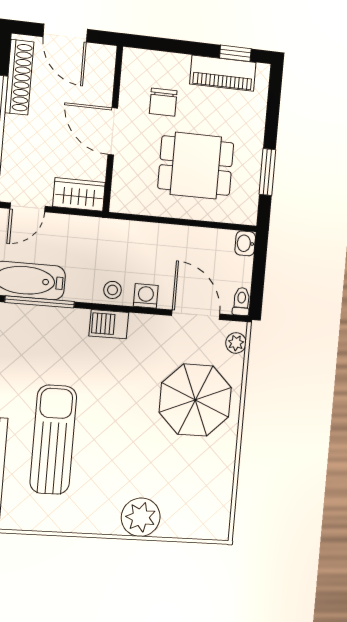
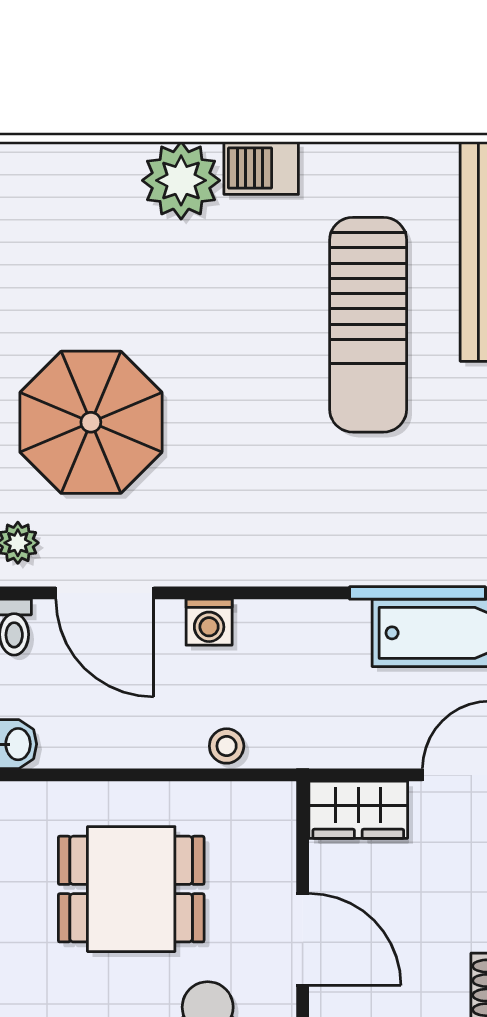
stool: (113, 290) -> (227, 746), moved
barbecue: (109, 324) -> (261, 168), moved, turned 180

